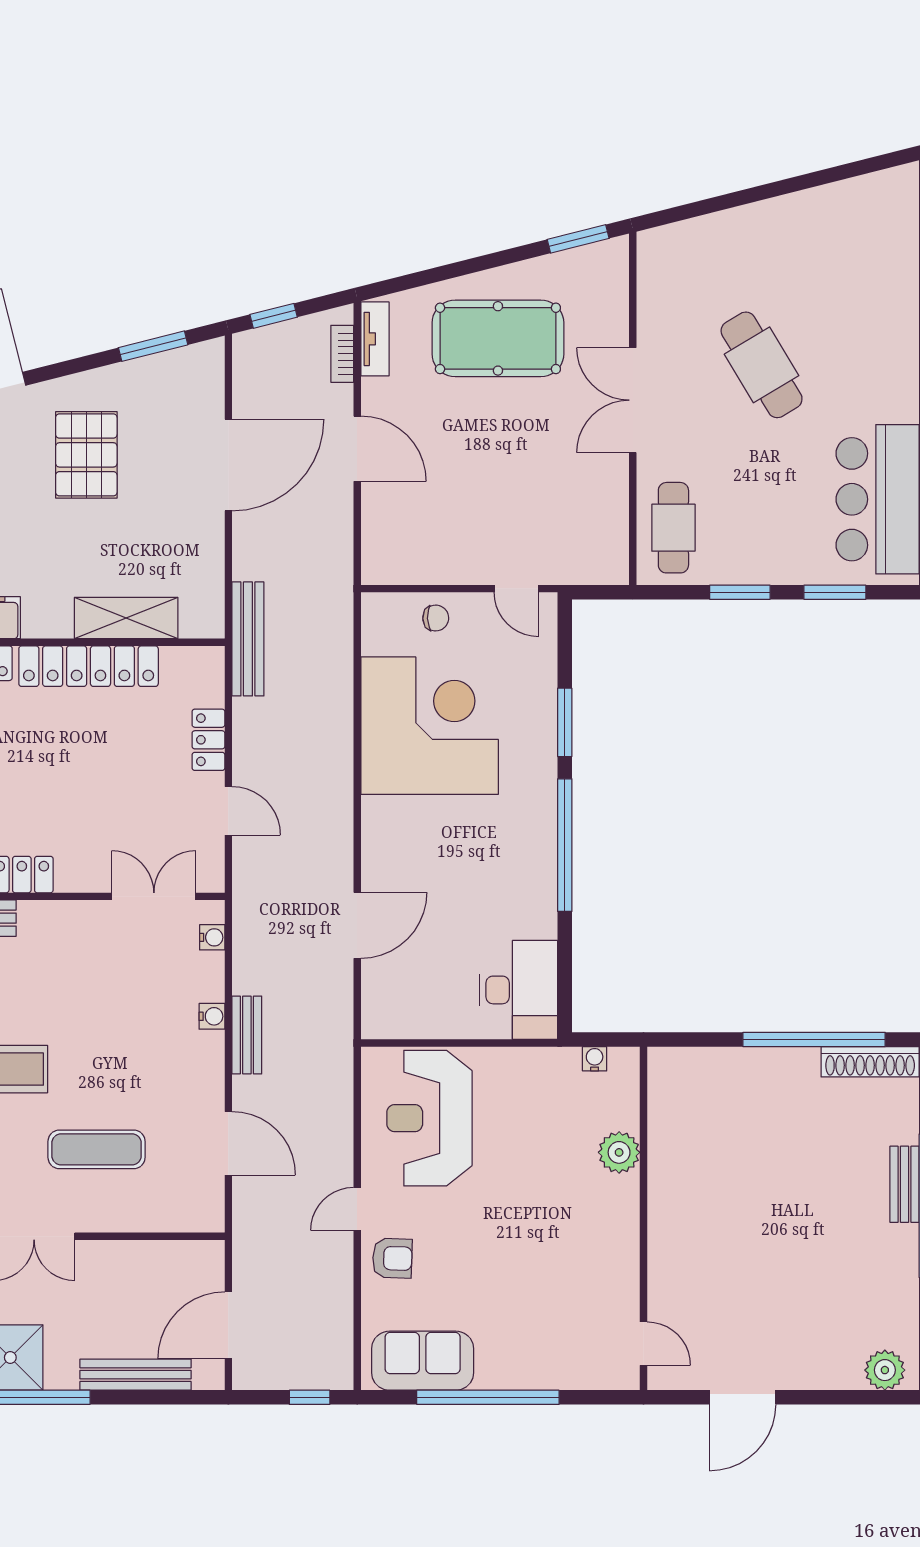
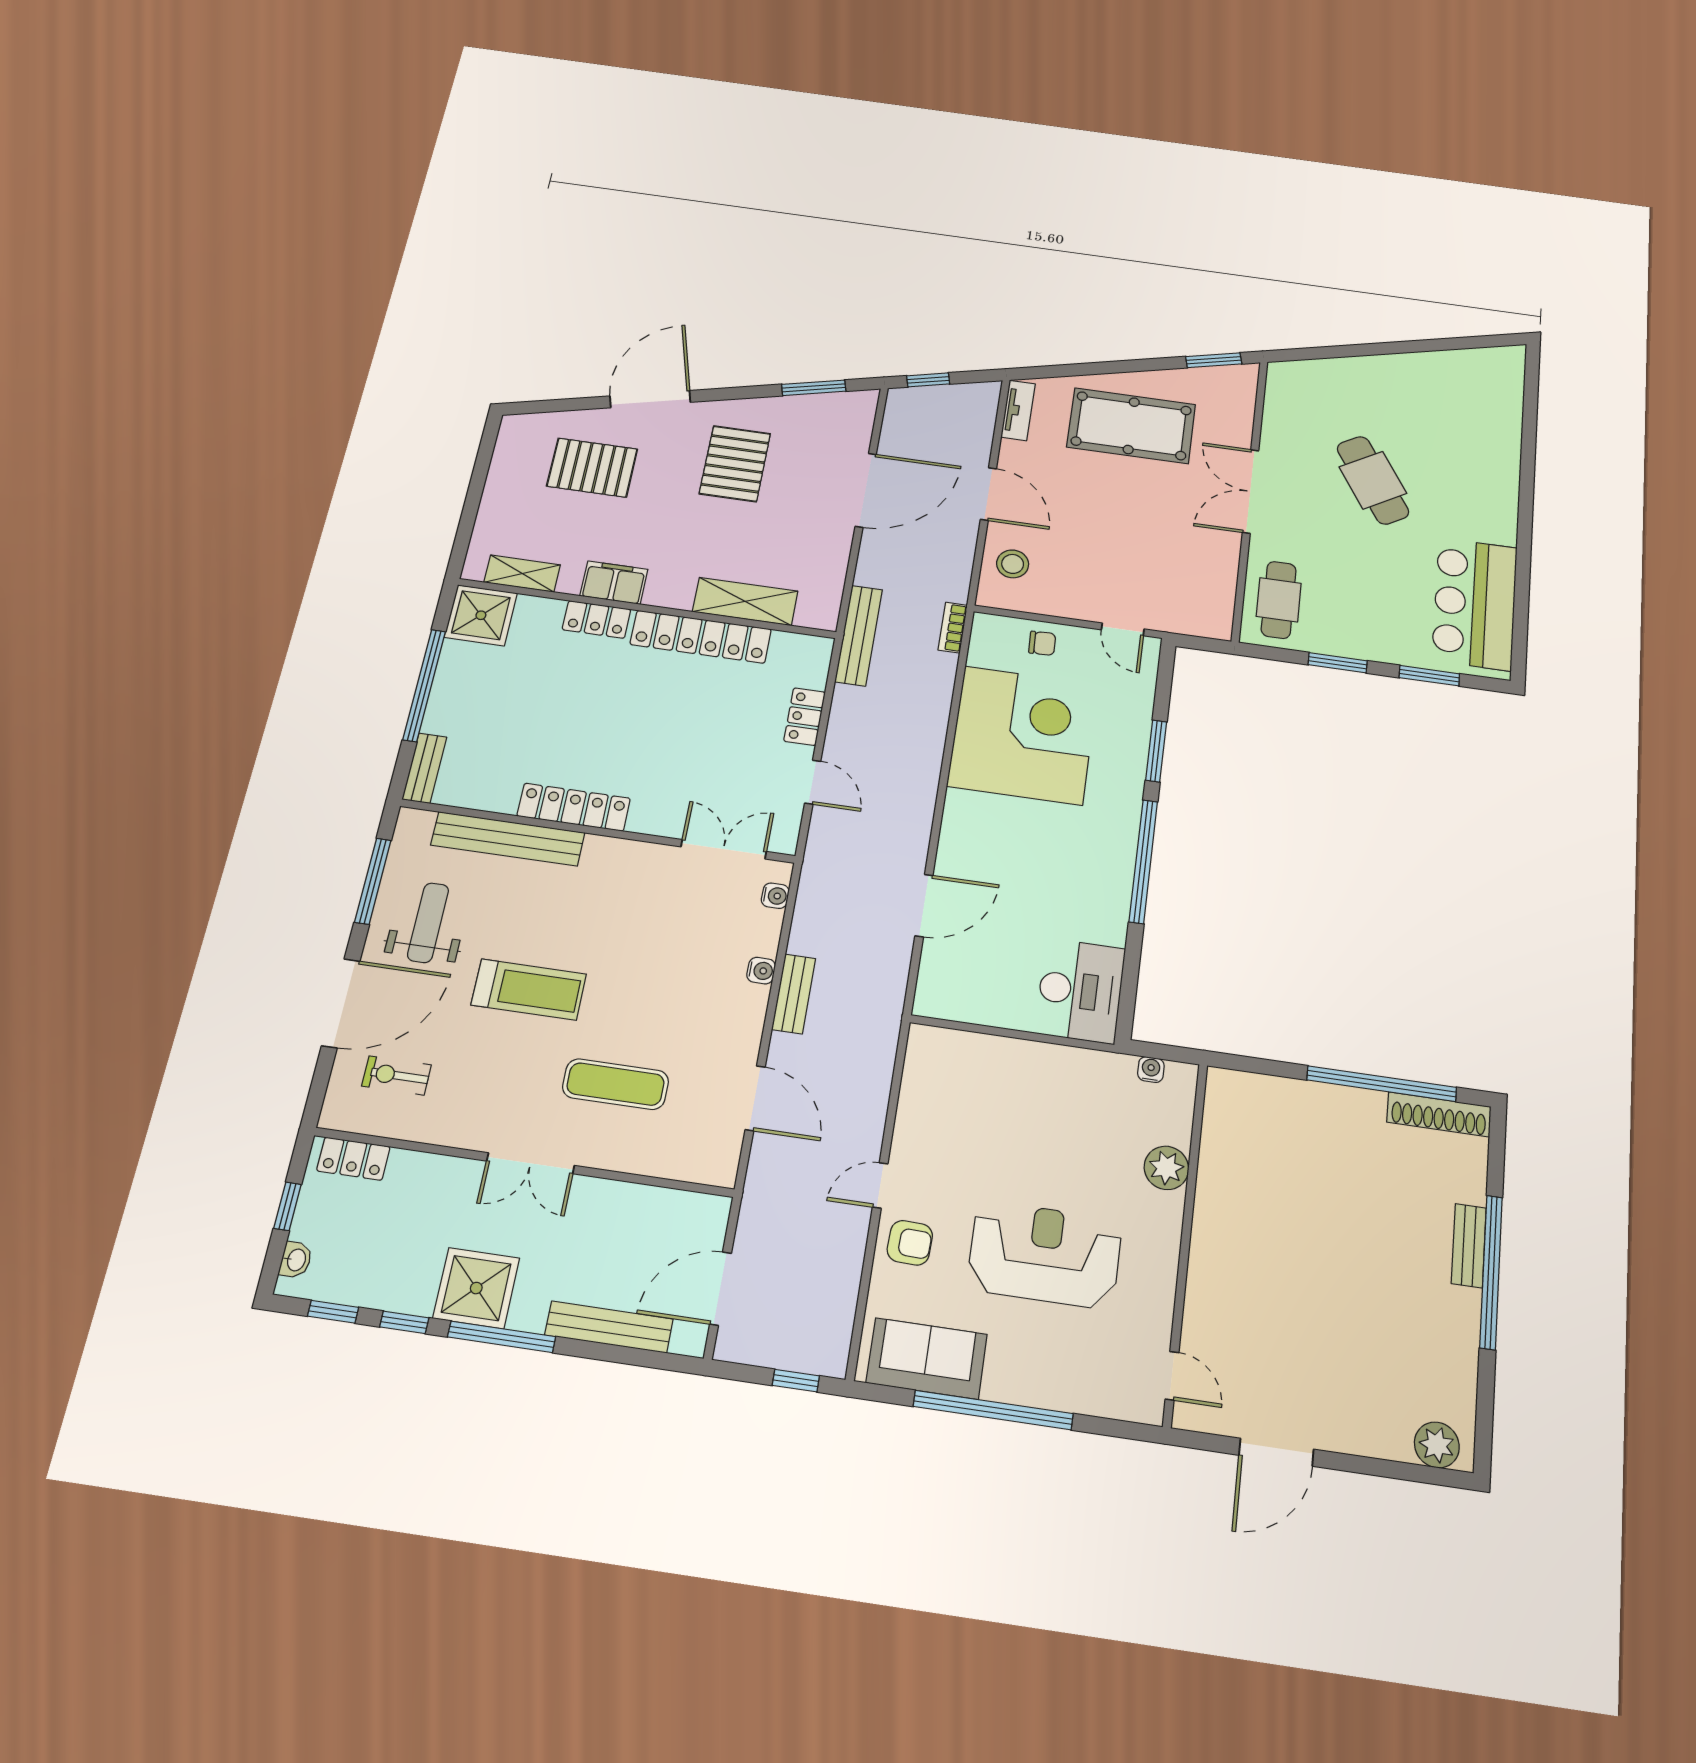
bookcase: (342, 354) -> (953, 628), moved
stool: (394, 529) -> (1013, 564), added
reception desk: (429, 1118) -> (1045, 1254), moved, turned 90

